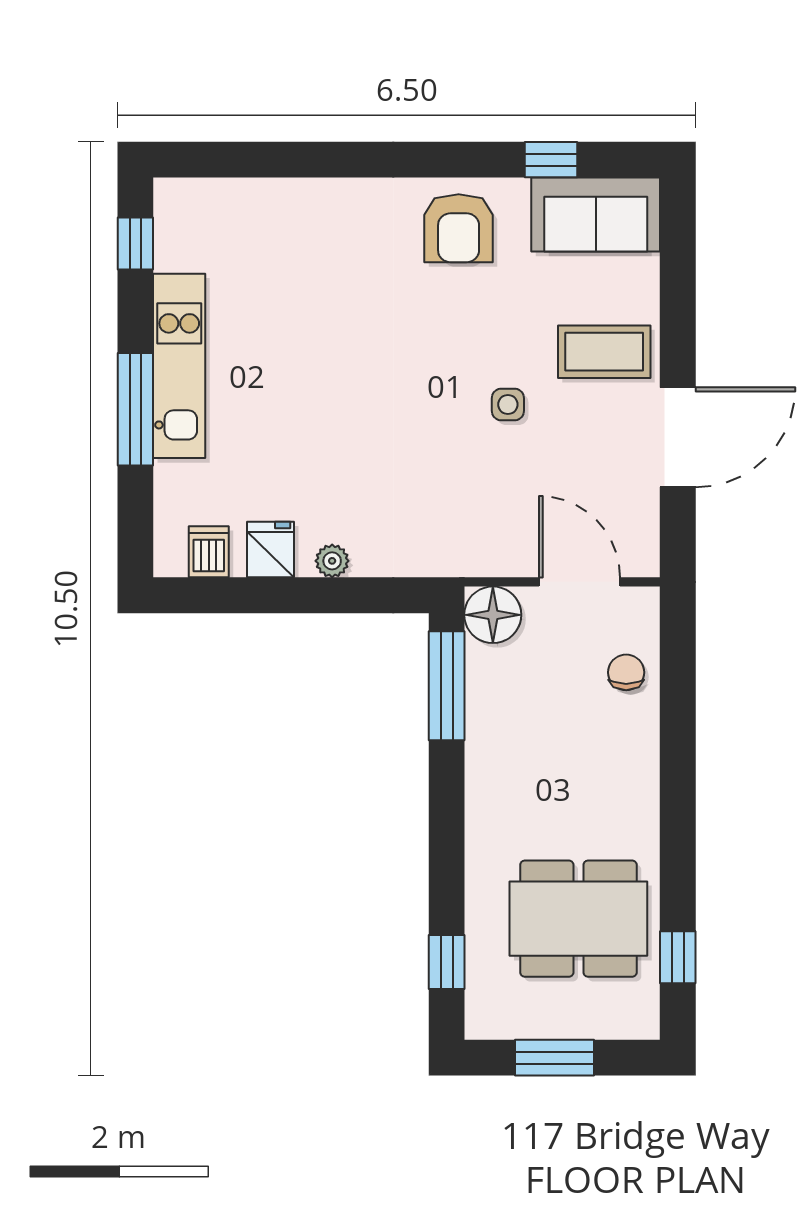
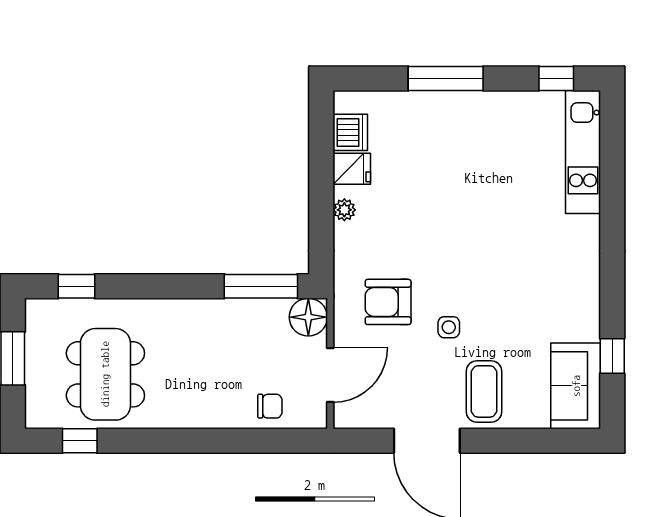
armchair: (459, 228) -> (388, 302), moved
kitchen unit: (179, 366) -> (583, 152), moved, turned 90
dishwasher: (209, 552) -> (350, 132), width x1.38

